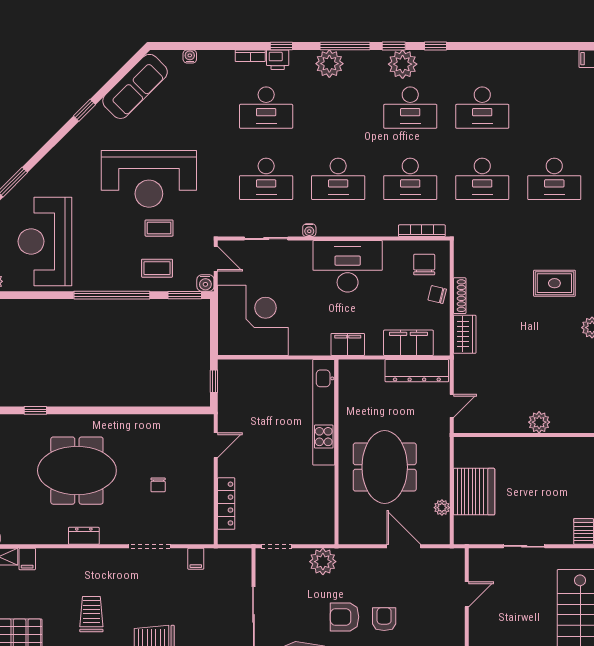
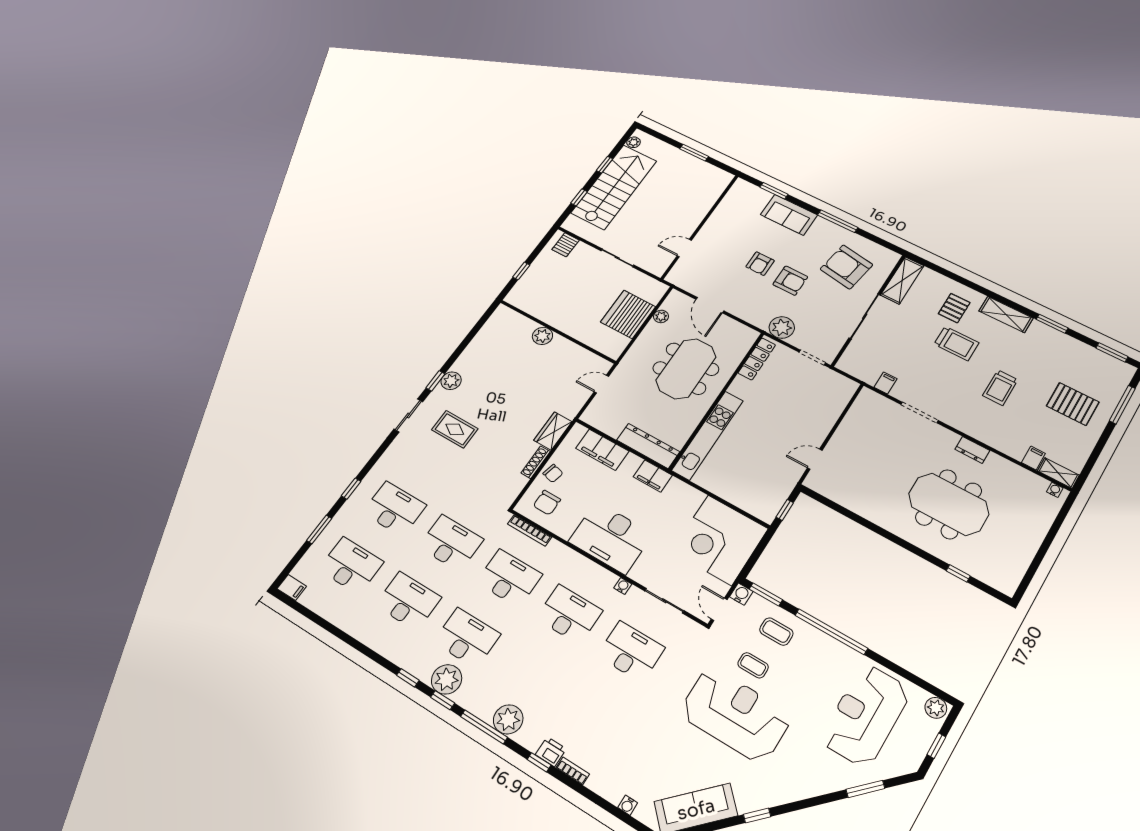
desk: (266, 108) -> (351, 566), moved
reception desk: (45, 241) -> (866, 715), turned 180
dresser: (417, 371) -> (648, 446), moved
chair: (158, 485) -> (884, 455), removed
locker: (226, 504) -> (757, 359), moved, turned 180

